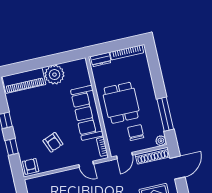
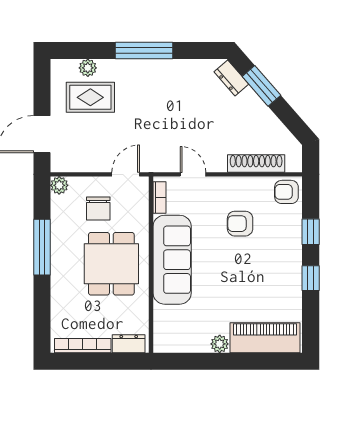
plant: (54, 75) -> (220, 344), width x0.53, depth x0.53
window: (165, 114) -> (42, 247), moved
armchair: (53, 142) -> (240, 224), turned -68
shoe rack: (153, 156) -> (256, 163), moved
armchair: (31, 166) -> (286, 192), turned 90

